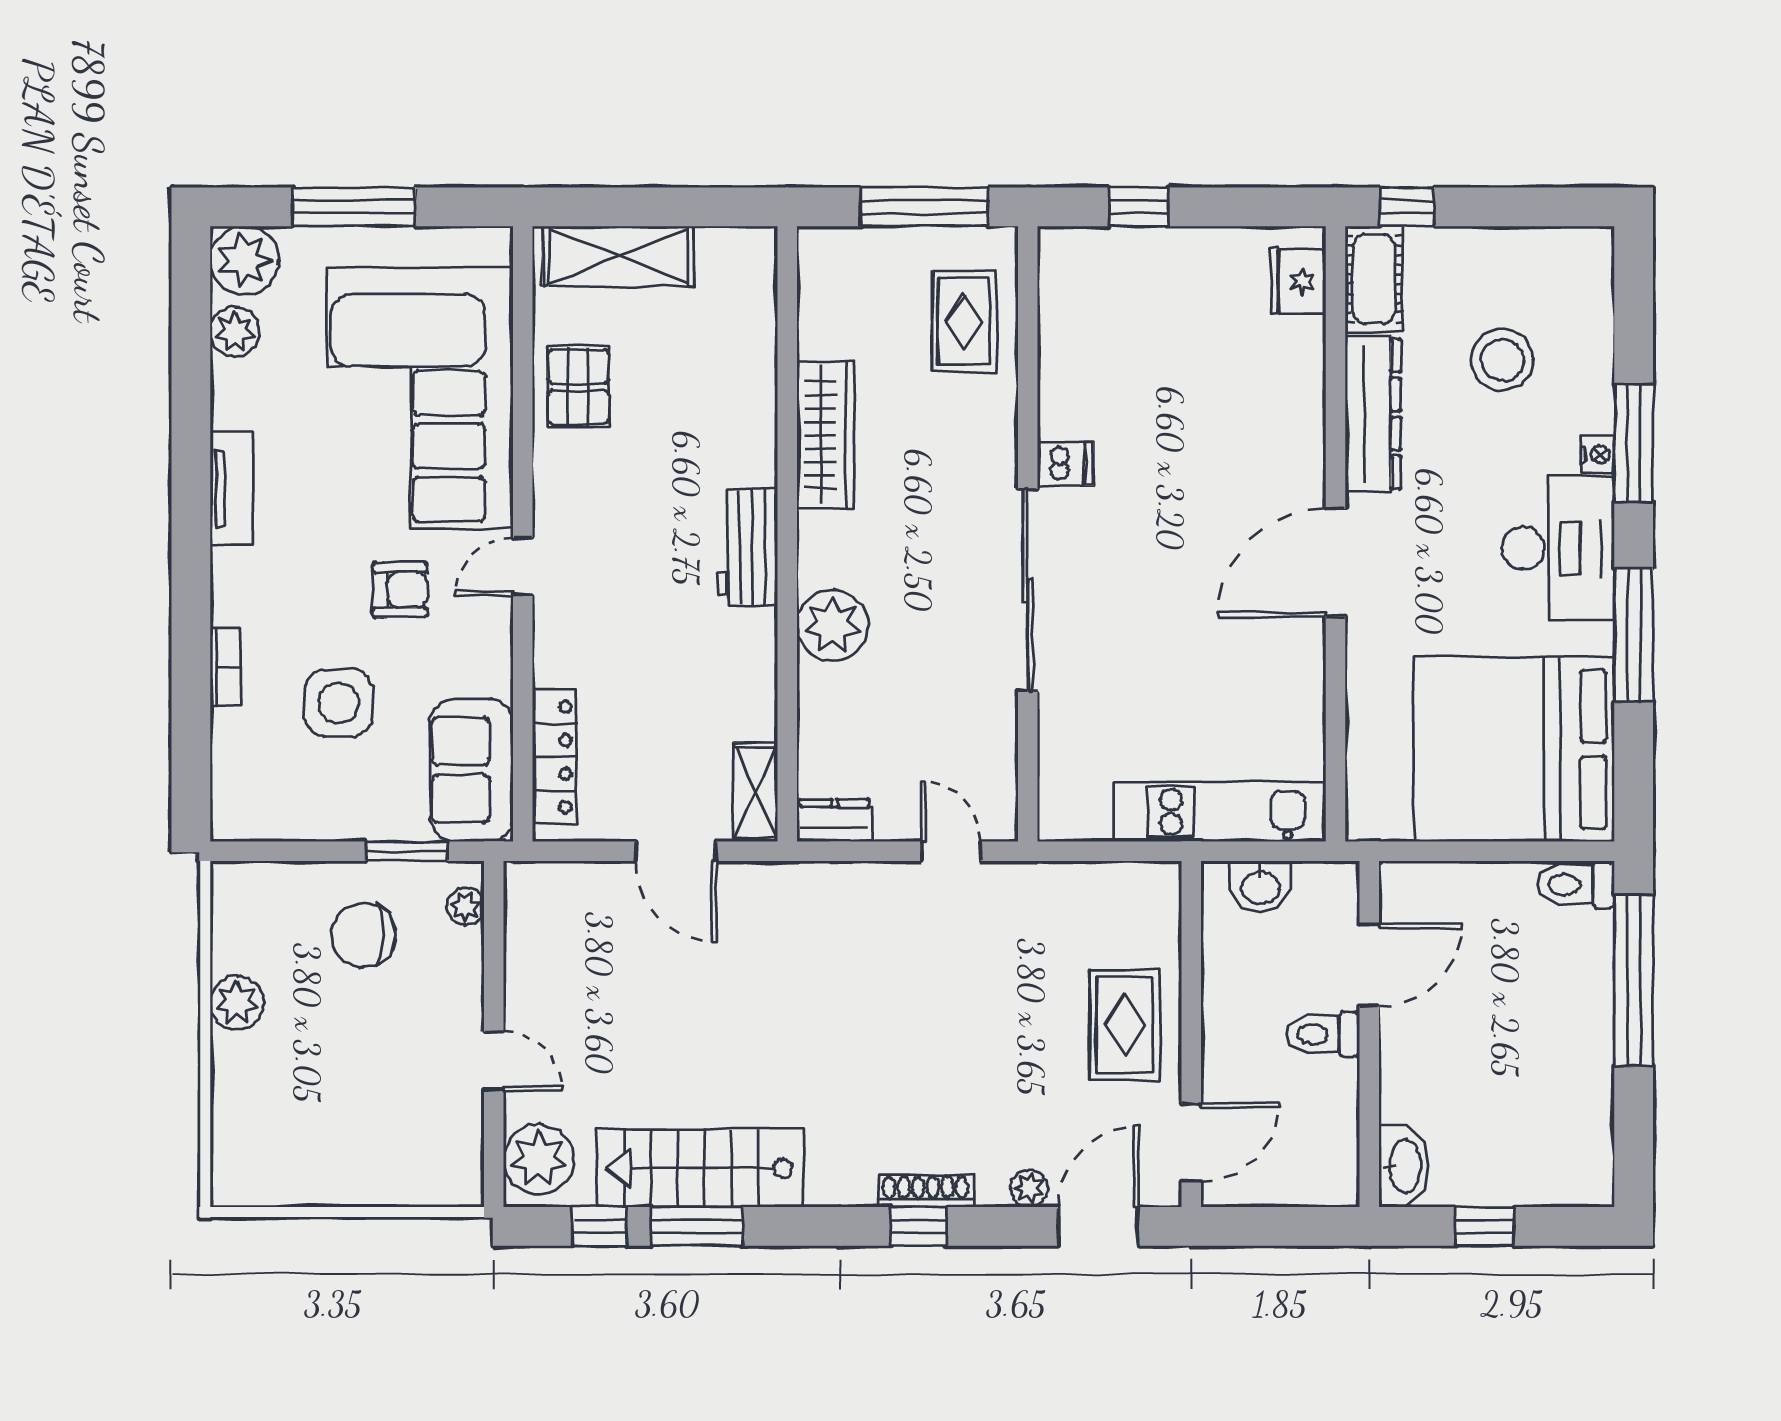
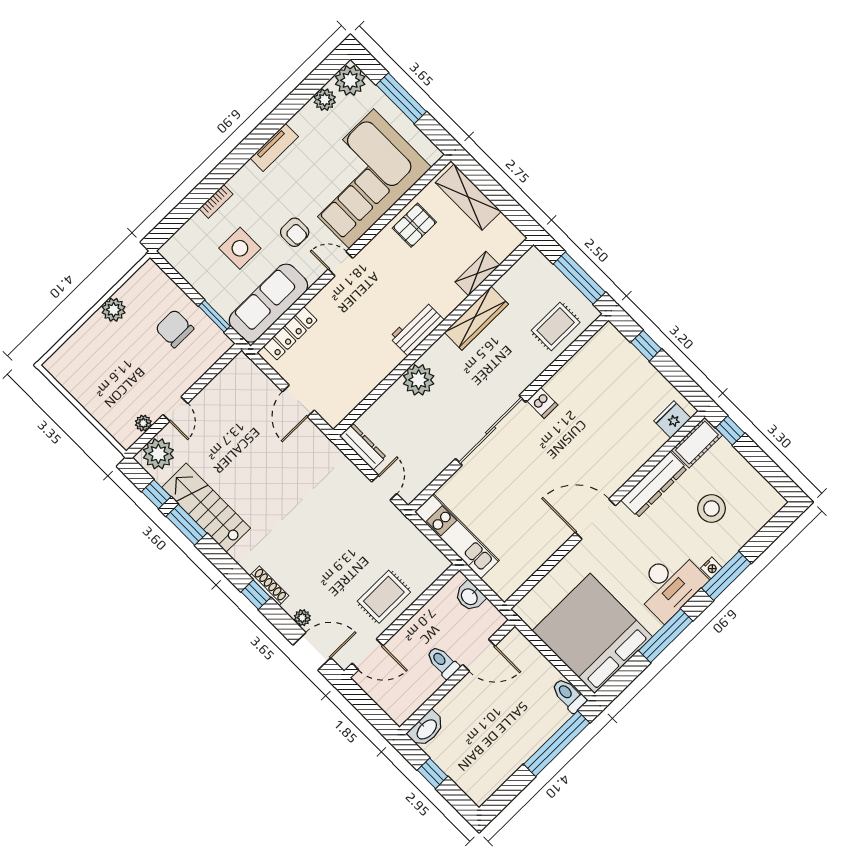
sofa: (472, 770) -> (268, 303), width x1.36
shelving: (755, 792) -> (477, 274), moved
kitchen unit: (1220, 812) -> (457, 536), moved
dresser: (834, 820) -> (363, 447), width x1.44
plant: (466, 907) -> (143, 423), moved

